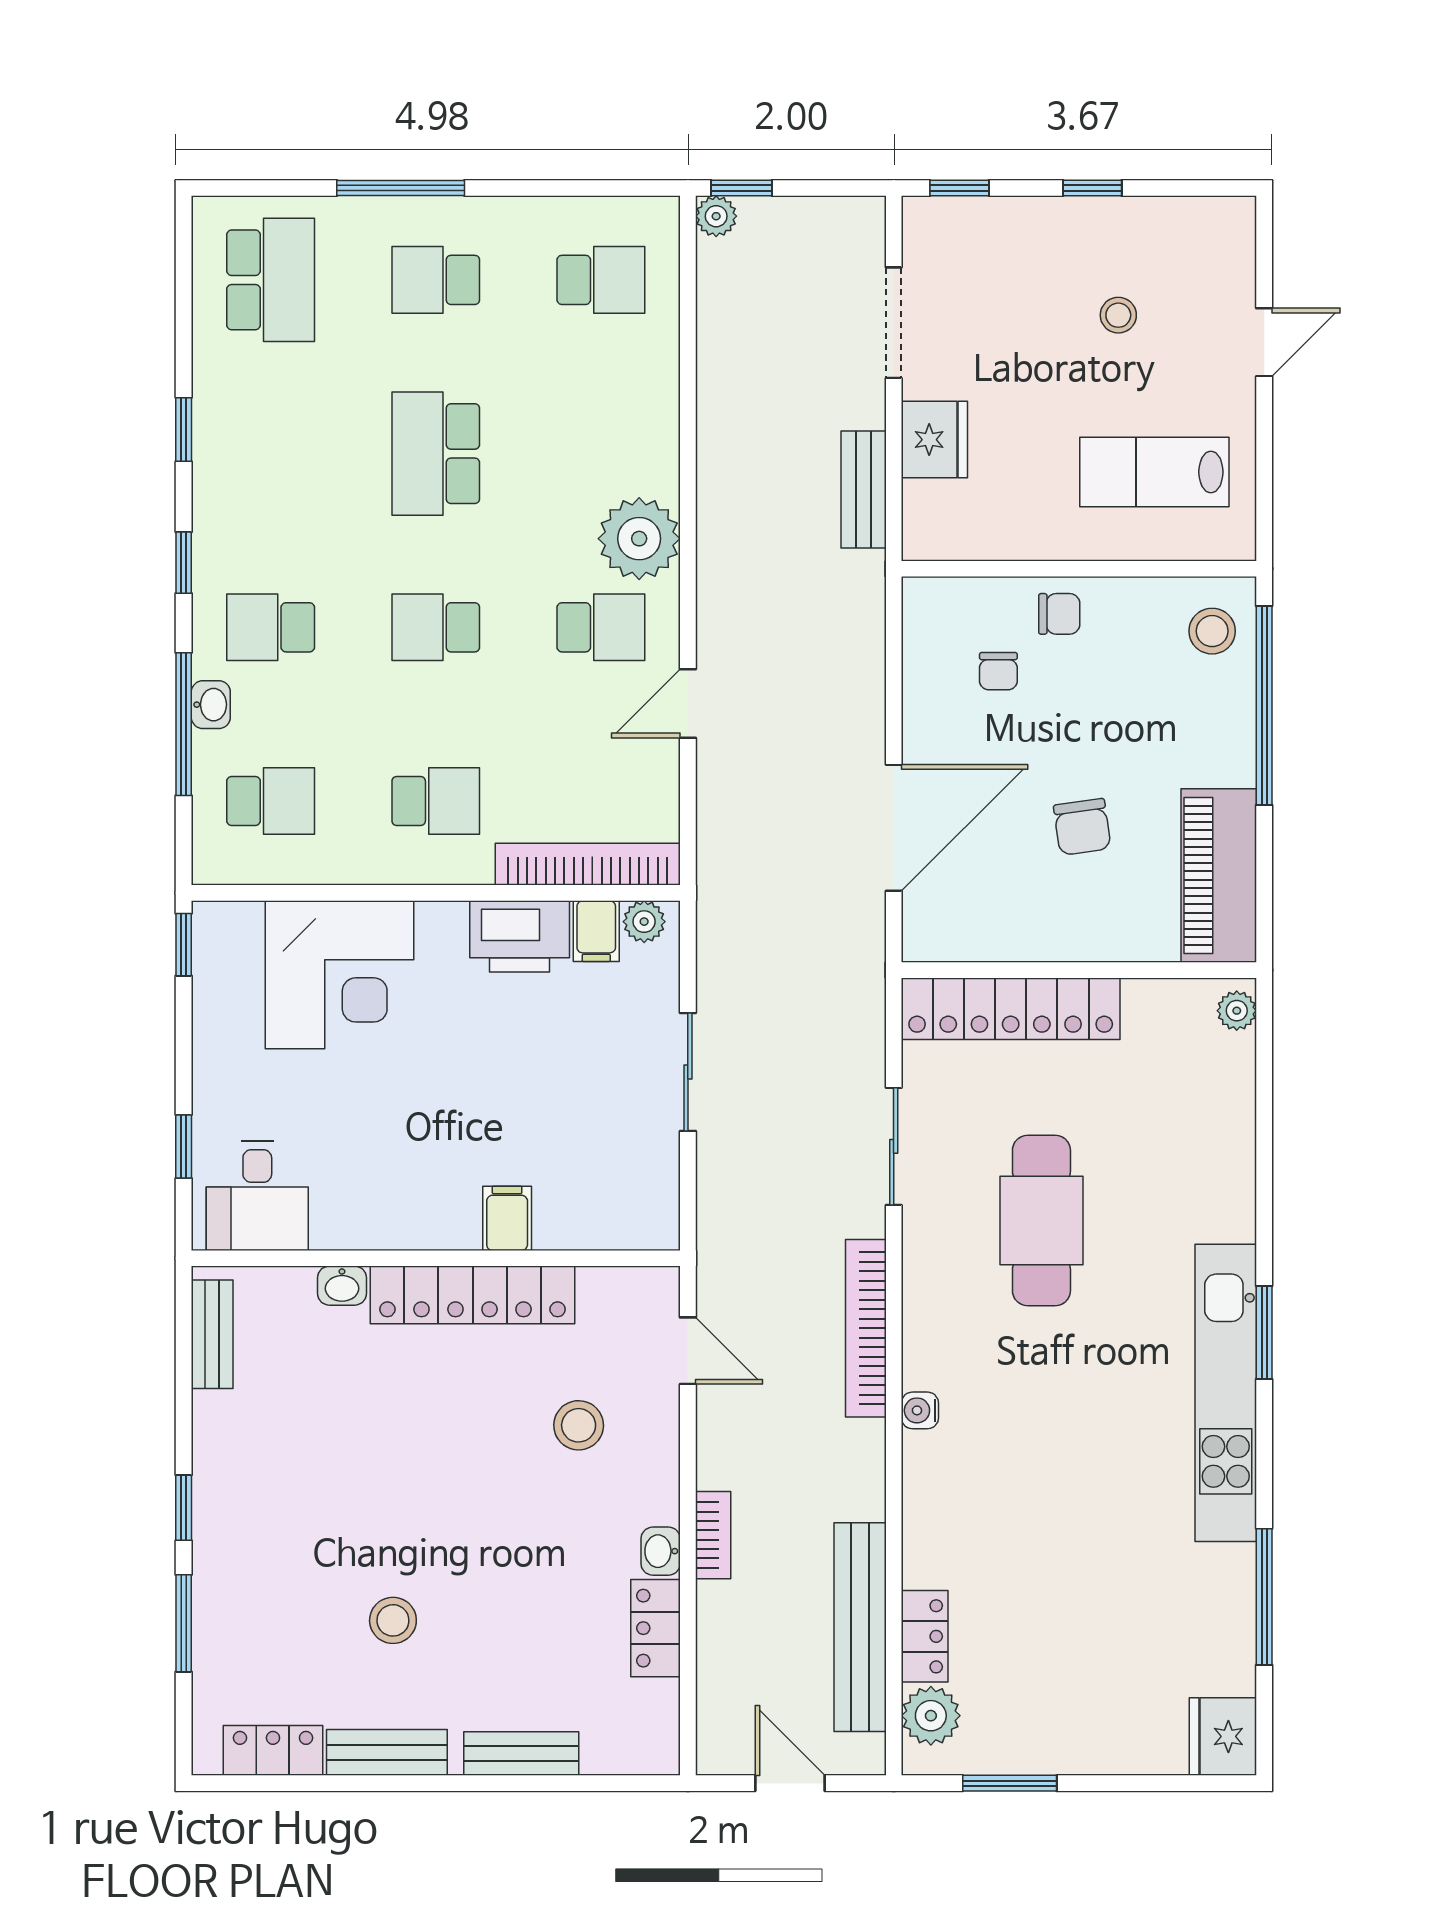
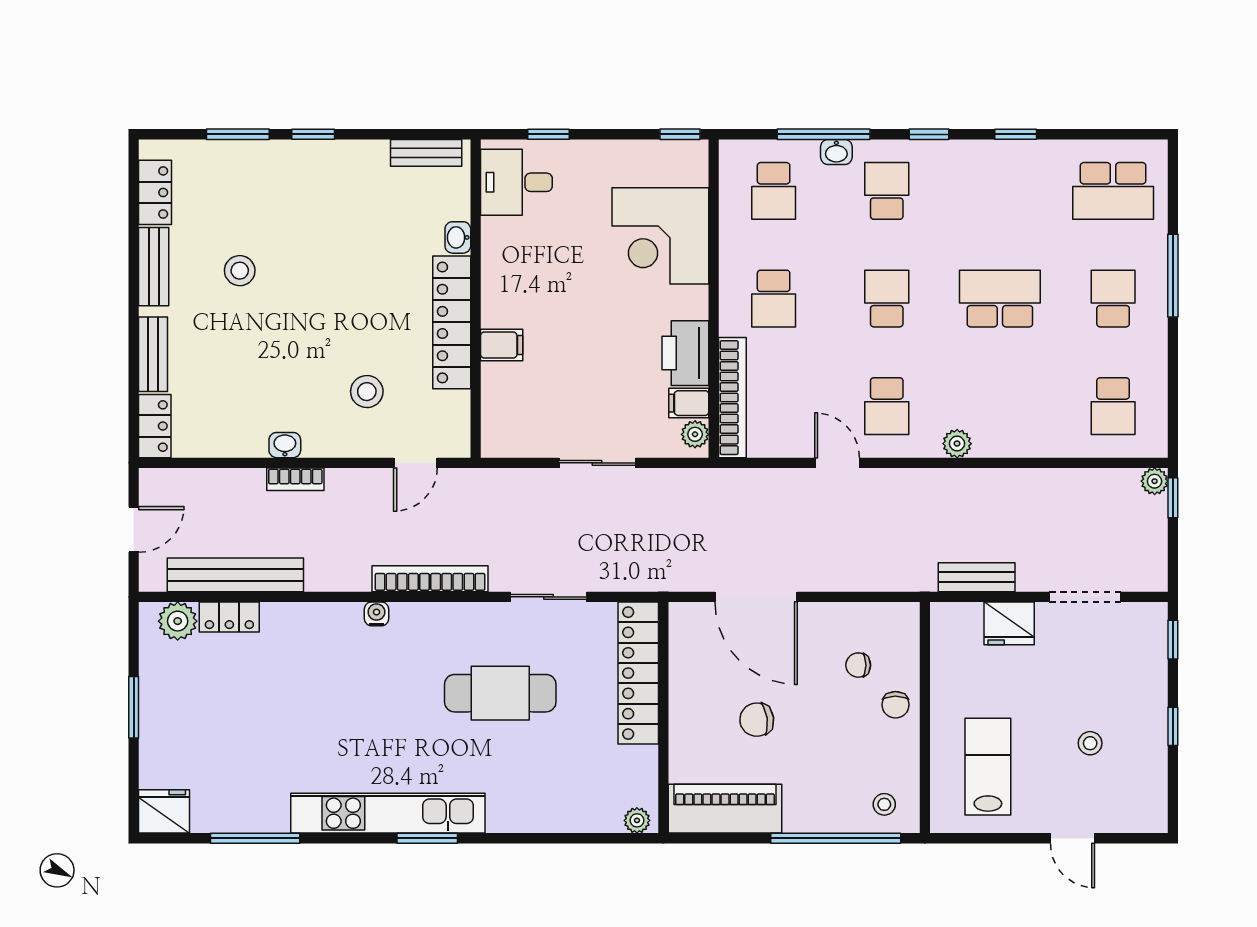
plant: (639, 539) -> (957, 444), width x0.53, depth x0.53
stool: (1212, 631) -> (884, 804), width x0.73, depth x0.73
locker: (656, 1628) -> (155, 426), moved, turned 90
window: (1010, 1783) -> (134, 707), moved

